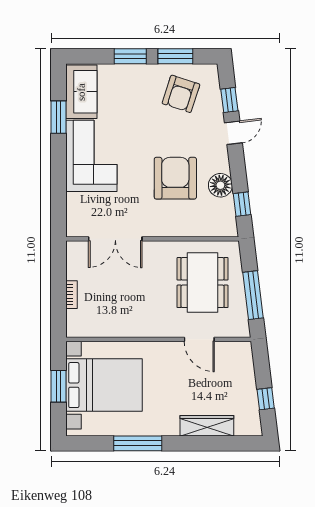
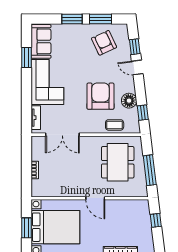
armchair: (181, 94) -> (104, 43), turned 137
door: (233, 133) -> (137, 67), swing flipped
tv unit: (73, 212) -> (36, 118), added
coffee table: (197, 224) -> (115, 125), added
door: (199, 339) -> (95, 198), moved
window: (266, 399) -> (156, 220), moved

